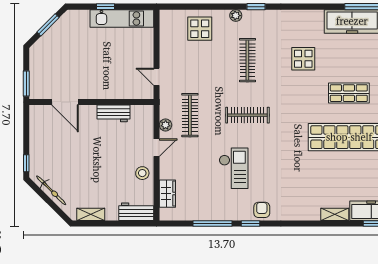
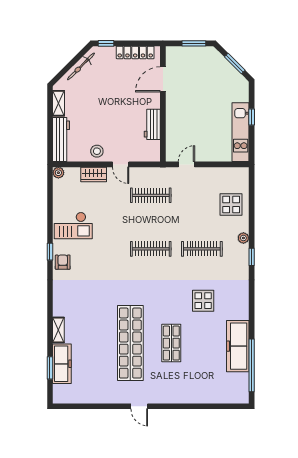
window: (26, 83) -> (194, 43), moved
clothes rail: (247, 115) -> (151, 249), turned 90
plant: (166, 125) -> (58, 173), moved
locker: (36, 132) -> (135, 52), added
checkout: (234, 168) -> (73, 226), moved
wardrobe: (167, 194) -> (94, 174), moved
armchair: (262, 210) -> (63, 262), turned -90
workbench: (136, 212) -> (61, 139), width x1.38
window: (212, 224) -> (50, 216), removed

